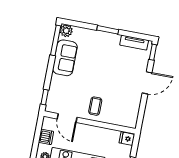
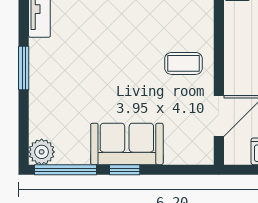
sofa: (65, 58) -> (127, 144), moved
window: (45, 97) -> (125, 170), moved

